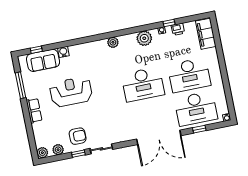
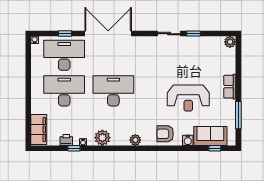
armchair: (78, 136) -> (165, 134), moved
plant: (58, 150) -> (213, 42), removed

